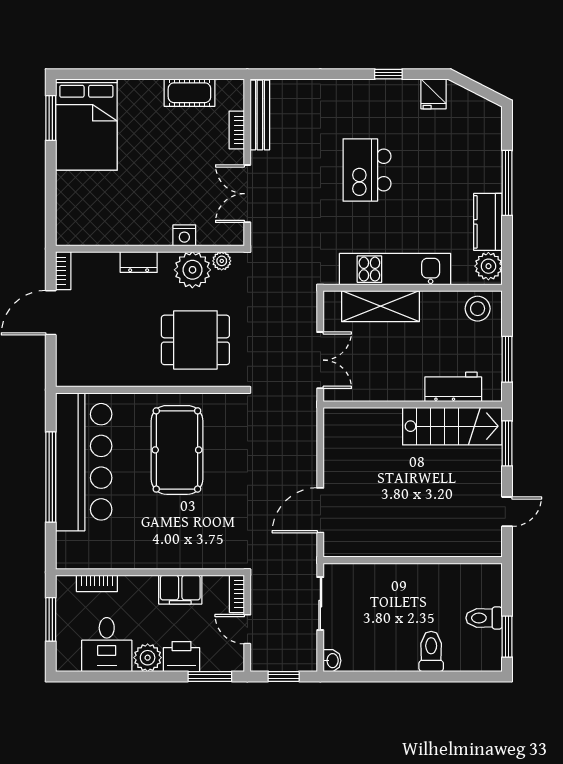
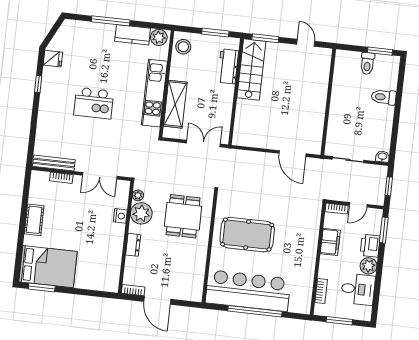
cot: (189, 93) -> (34, 220), moved

